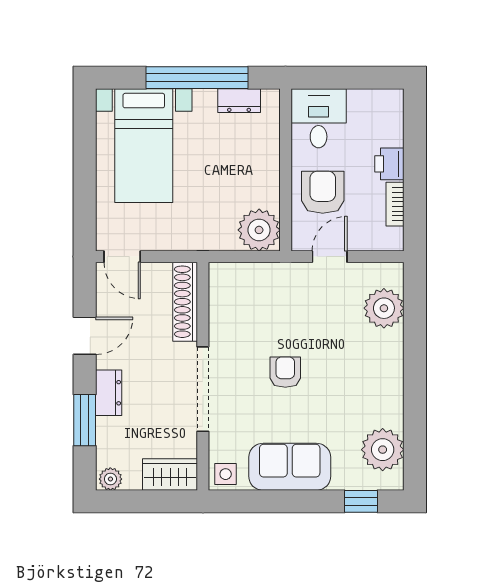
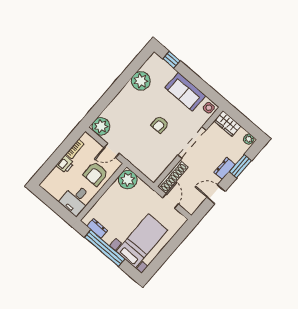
door: (122, 257) -> (170, 201), moved
plant: (384, 308) -> (101, 126), moved
plant: (383, 450) -> (141, 81), moved

